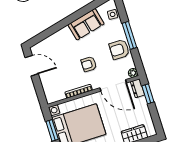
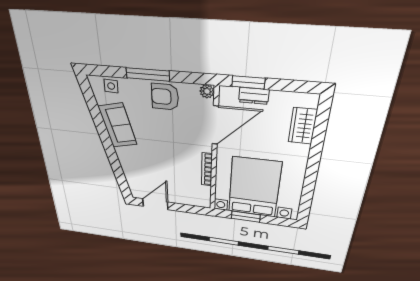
armchair: (119, 49) -> (165, 97), turned 90
armchair: (89, 64) -> (174, 144), removed
dresser: (137, 88) -> (254, 96), moved

